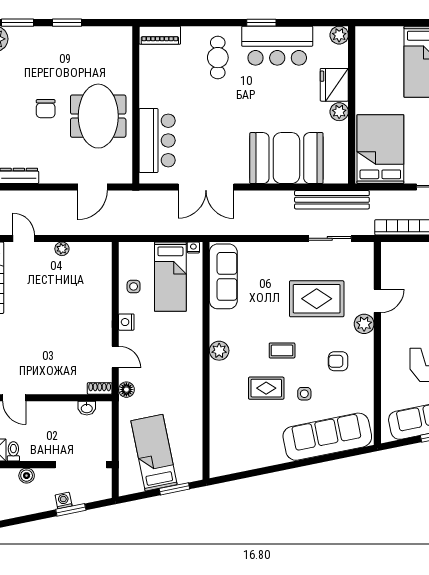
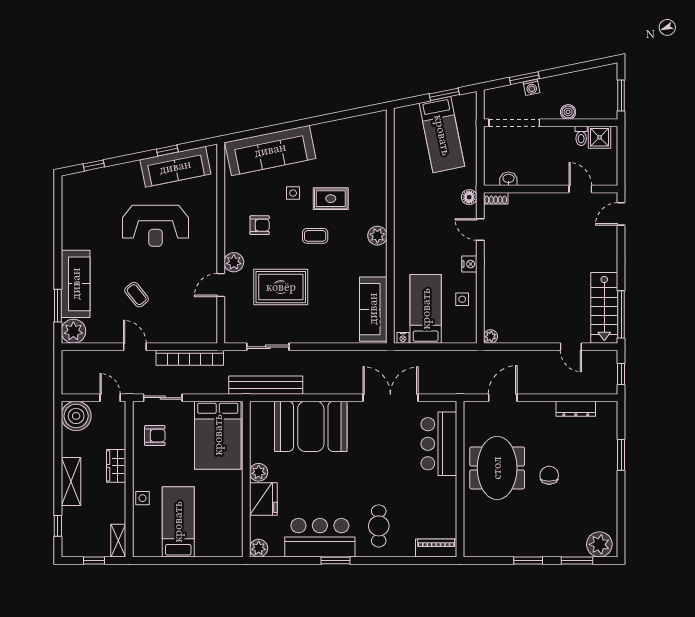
plant: (62, 249) -> (491, 337), moved
window: (174, 489) -> (444, 94), moved

